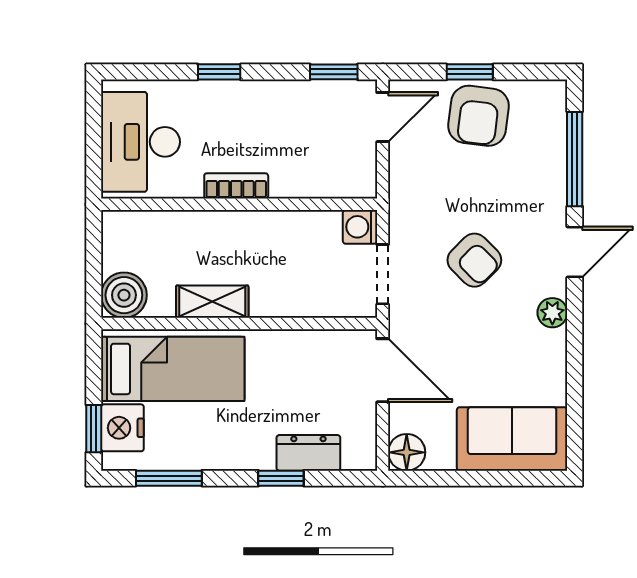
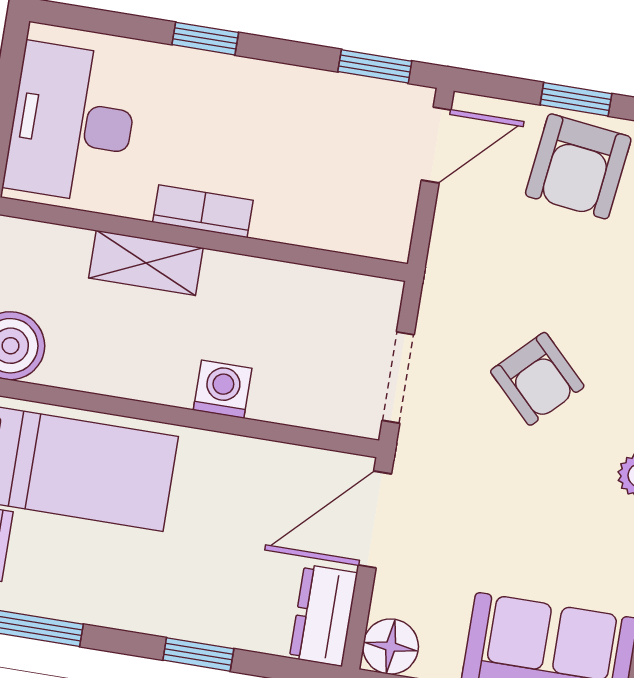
washing machine: (360, 227) -> (223, 389), moved, turned 90
shelving: (212, 302) -> (146, 263), moved
door: (383, 370) -> (375, 520), swing flipped
dresser: (308, 453) -> (324, 615), moved, turned -90

